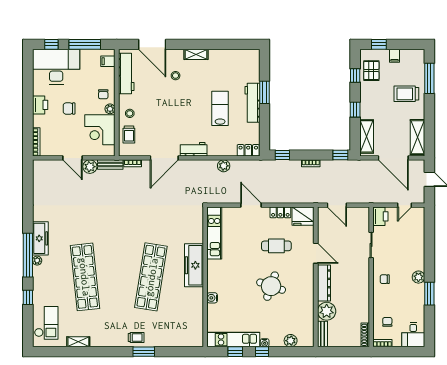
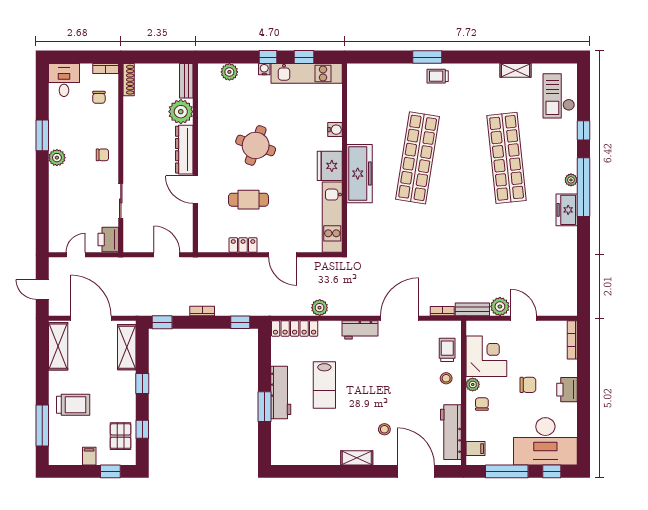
locker: (248, 150) -> (295, 328), width x1.53
fridge: (303, 216) -> (330, 166), moved, turned -90
freezer: (40, 238) -> (567, 210), width x0.71

